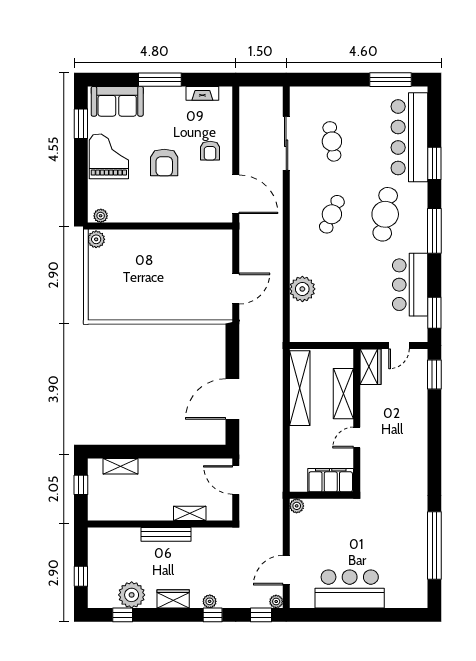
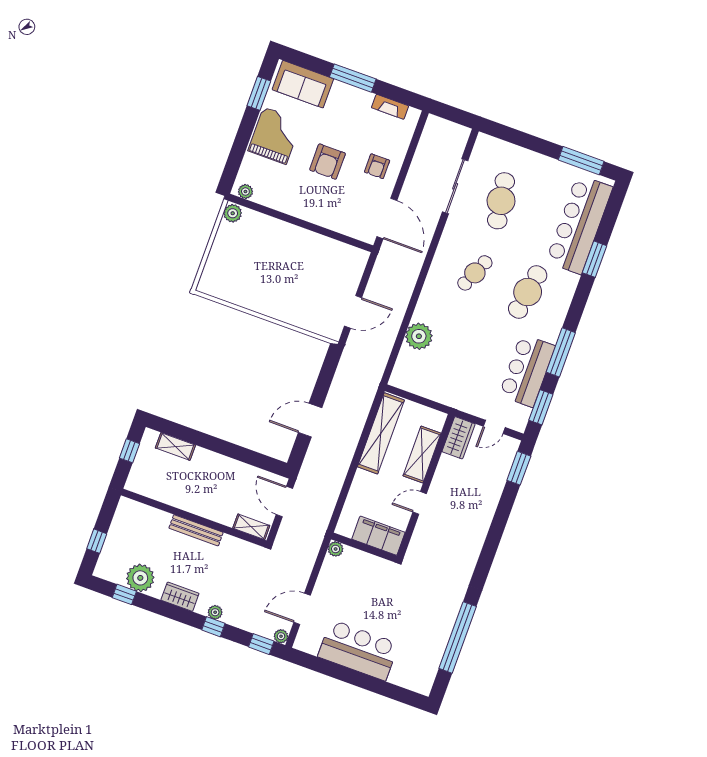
cafe table: (332, 141) -> (501, 201), width x1.37, depth x1.35
window: (434, 231) -> (561, 352), moved
door: (232, 399) -> (310, 420), width x0.73
shelving: (190, 513) -> (251, 527), moved

